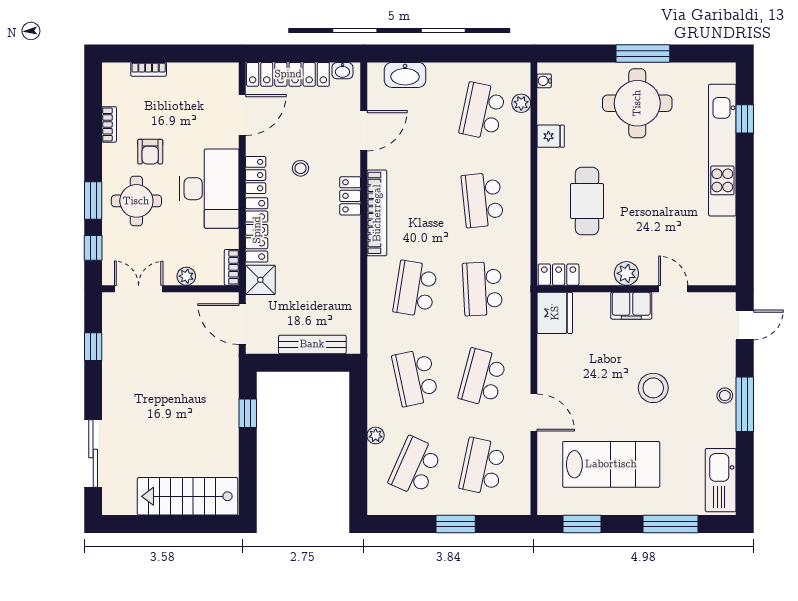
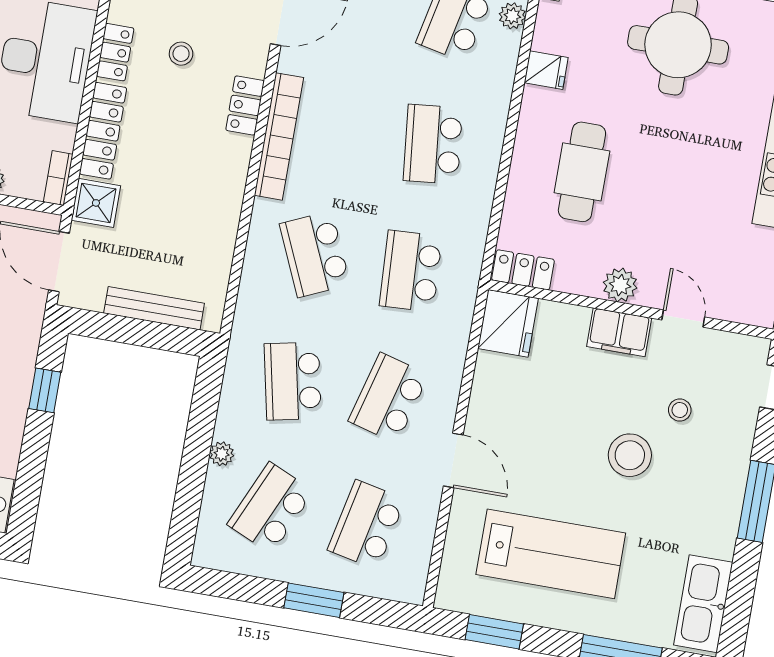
school desk: (415, 289) -> (315, 254), turned -33
stool: (725, 396) -> (680, 410), moved

